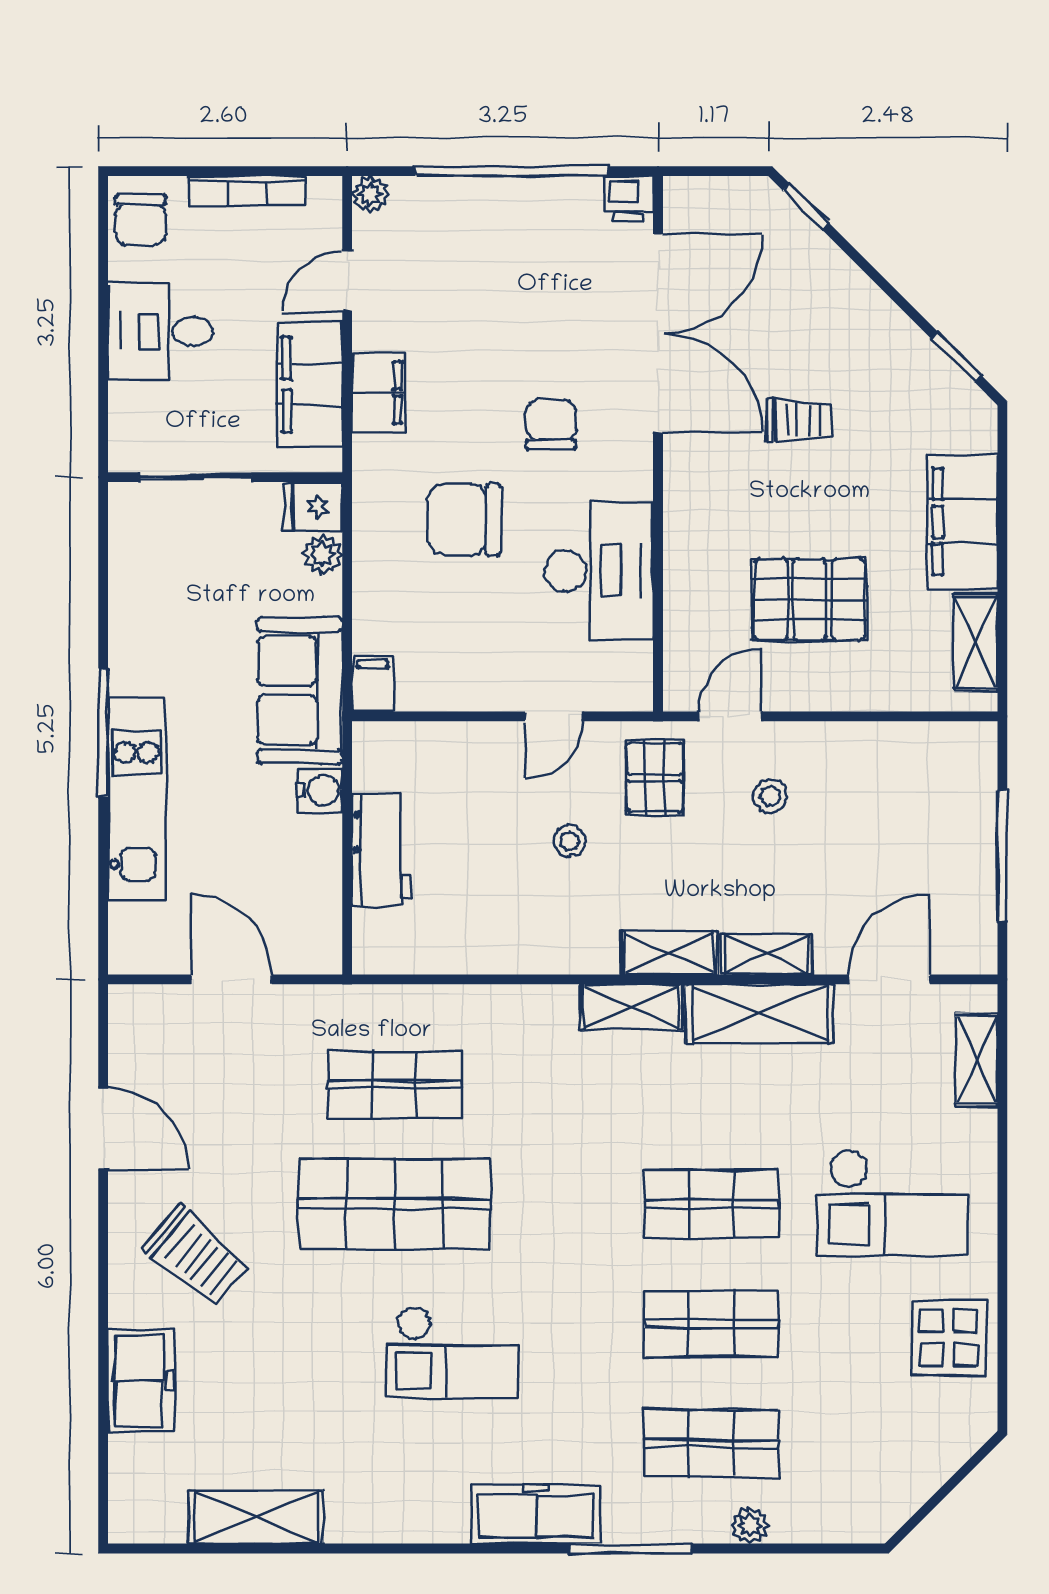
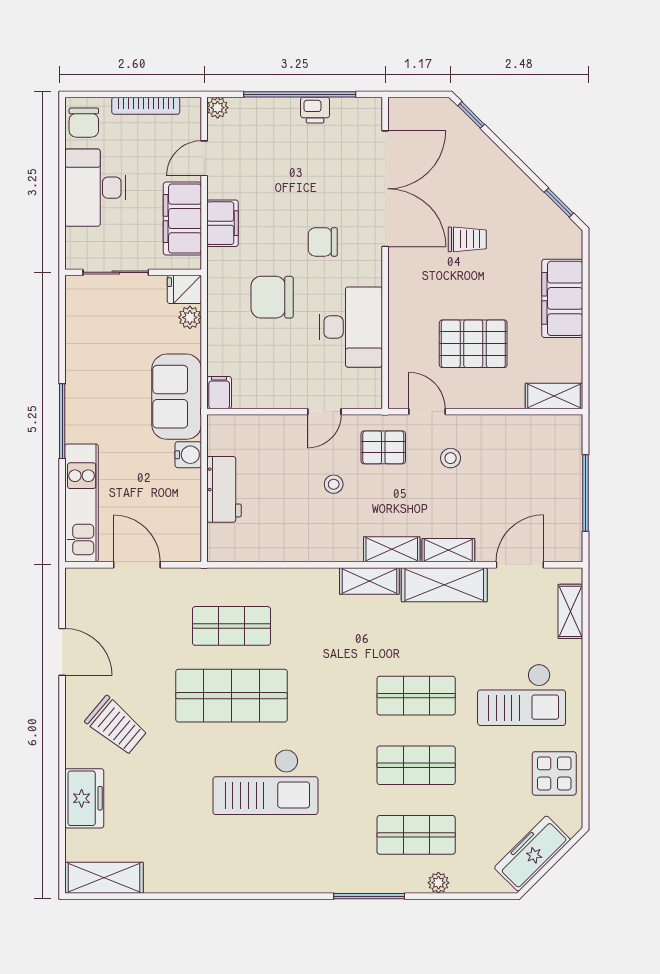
printer: (629, 198) -> (315, 110), moved
desk: (160, 331) -> (95, 188), width x1.37
chair: (551, 425) -> (323, 242), turned -90
shelving: (975, 642) -> (554, 396), moved, turned 90
door: (730, 716) -> (427, 412), hinge flipped
pallet: (655, 778) -> (383, 447), turned 90
kitchen unit: (137, 799) -> (82, 503), moved
checkout: (452, 1352) -> (265, 782), width x1.36, depth x1.21
freezer: (536, 1514) -> (532, 854), moved, turned -45
shelving: (256, 1517) -> (104, 878), moved

